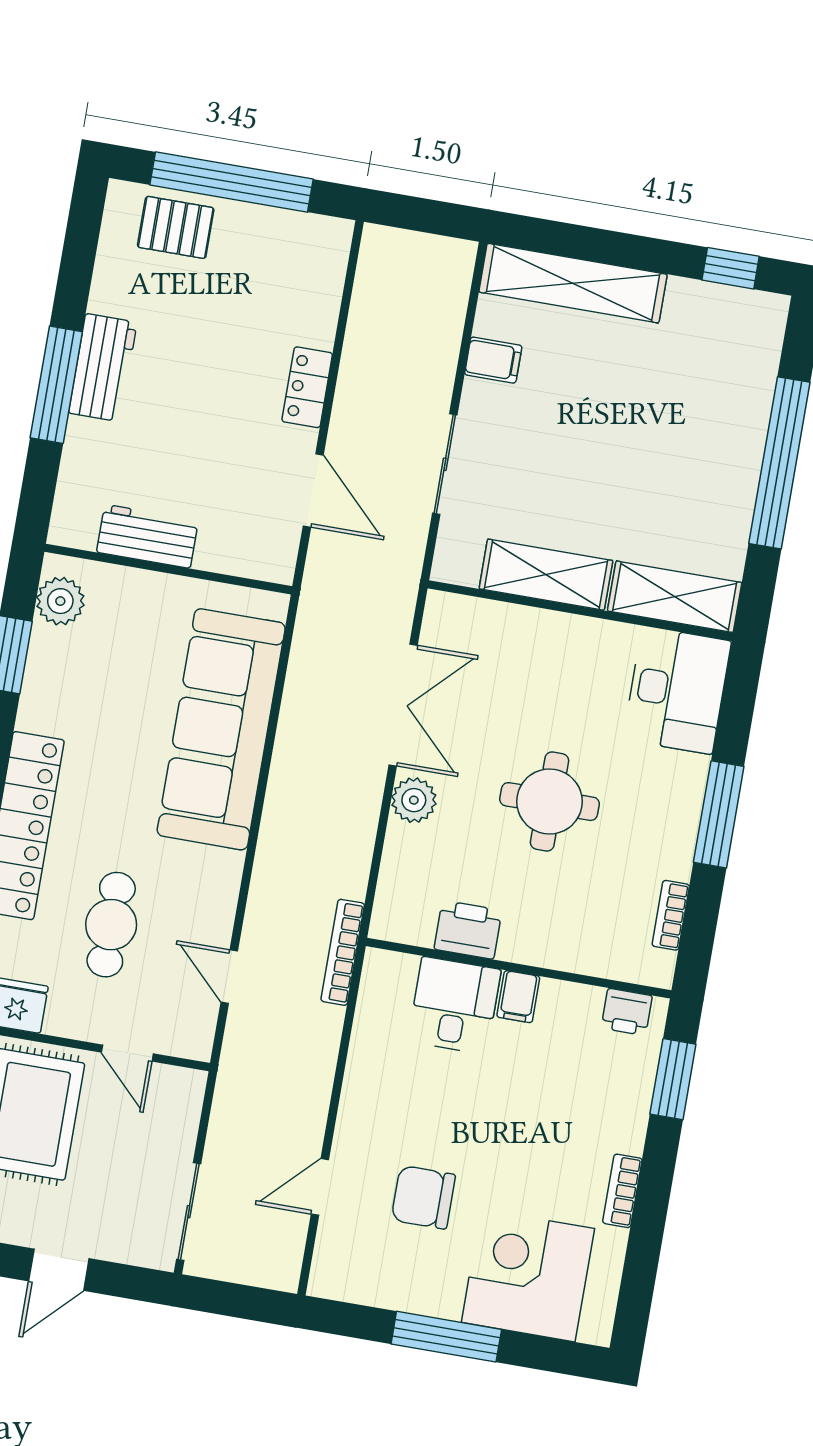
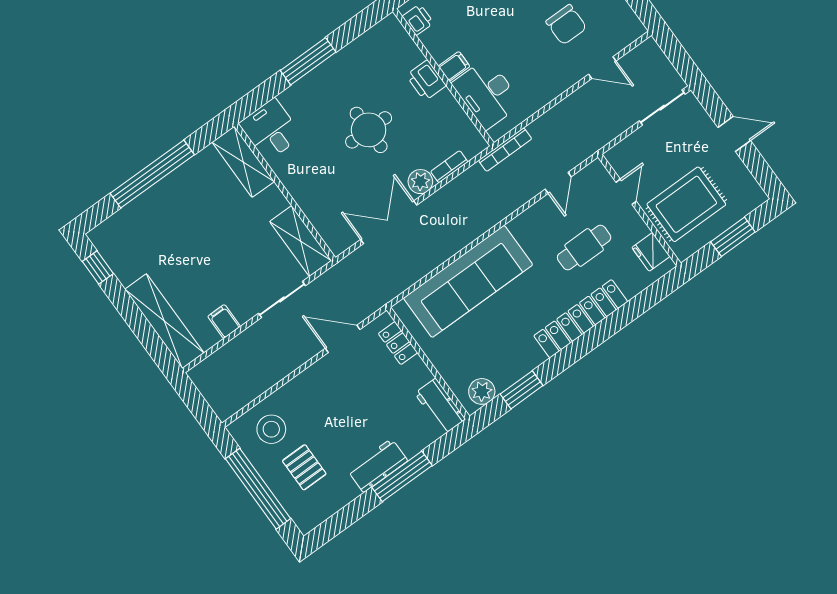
pallet: (176, 227) -> (304, 467), moved
stool: (291, 278) -> (271, 429), added
locker: (307, 387) -> (398, 343), moved, turned 90
door: (313, 491) -> (343, 339), hinge flipped
workbench: (147, 536) -> (440, 406), moved
shelving: (546, 575) -> (301, 241), moved
desk: (677, 690) -> (271, 130), width x0.73
bookcase: (671, 915) -> (449, 167), moved, turned 180
printer: (468, 930) -> (426, 80), moved
desk: (454, 1005) -> (487, 94), width x1.37

